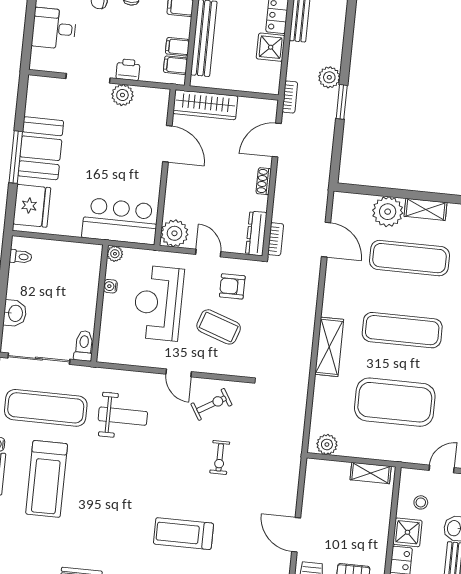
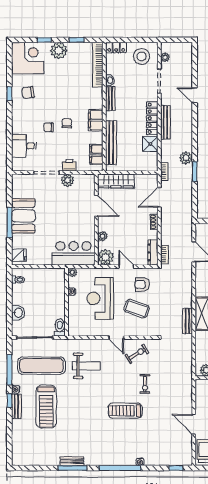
plant: (173, 197) -> (102, 236), added
fridge: (32, 206) -> (19, 255), width x0.53, depth x0.75
bench: (303, 357) -> (187, 321), added
treadmill: (183, 534) -> (125, 411), moved

